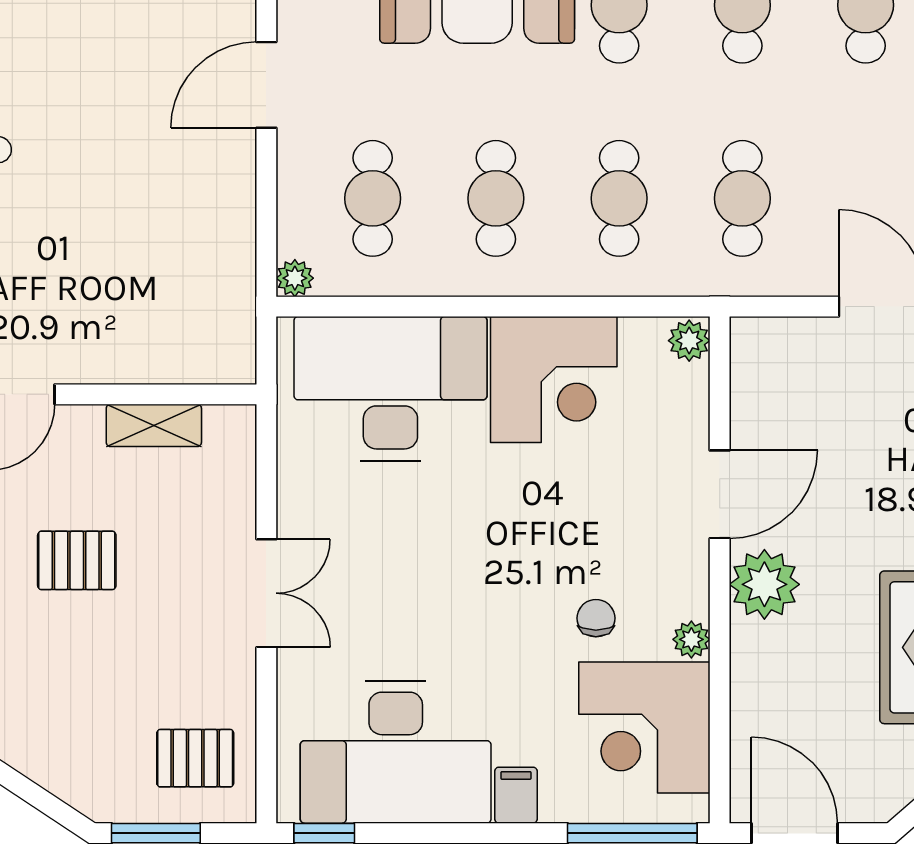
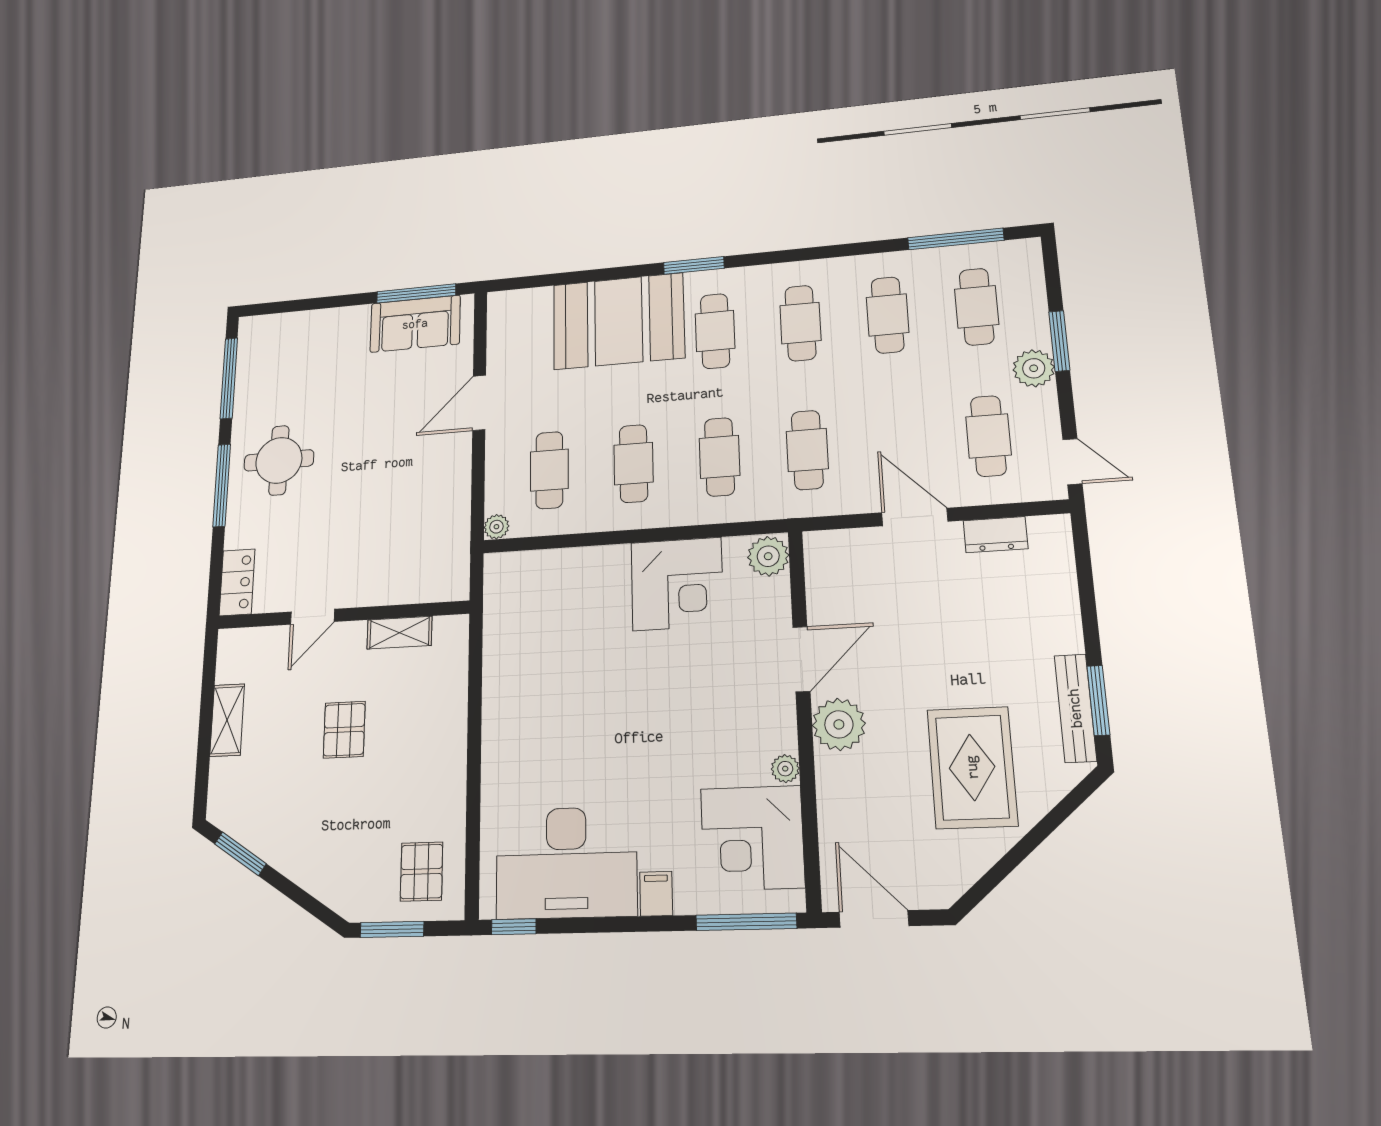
plant: (689, 341) -> (768, 556), width x1.38, depth x1.38
desk: (390, 388) -> (562, 597), removed
pallet: (77, 560) -> (344, 730), turned 90
double door: (266, 593) -> (474, 747), removed
chair: (596, 618) -> (713, 755), removed
pallet: (195, 758) -> (422, 872), turned 90

